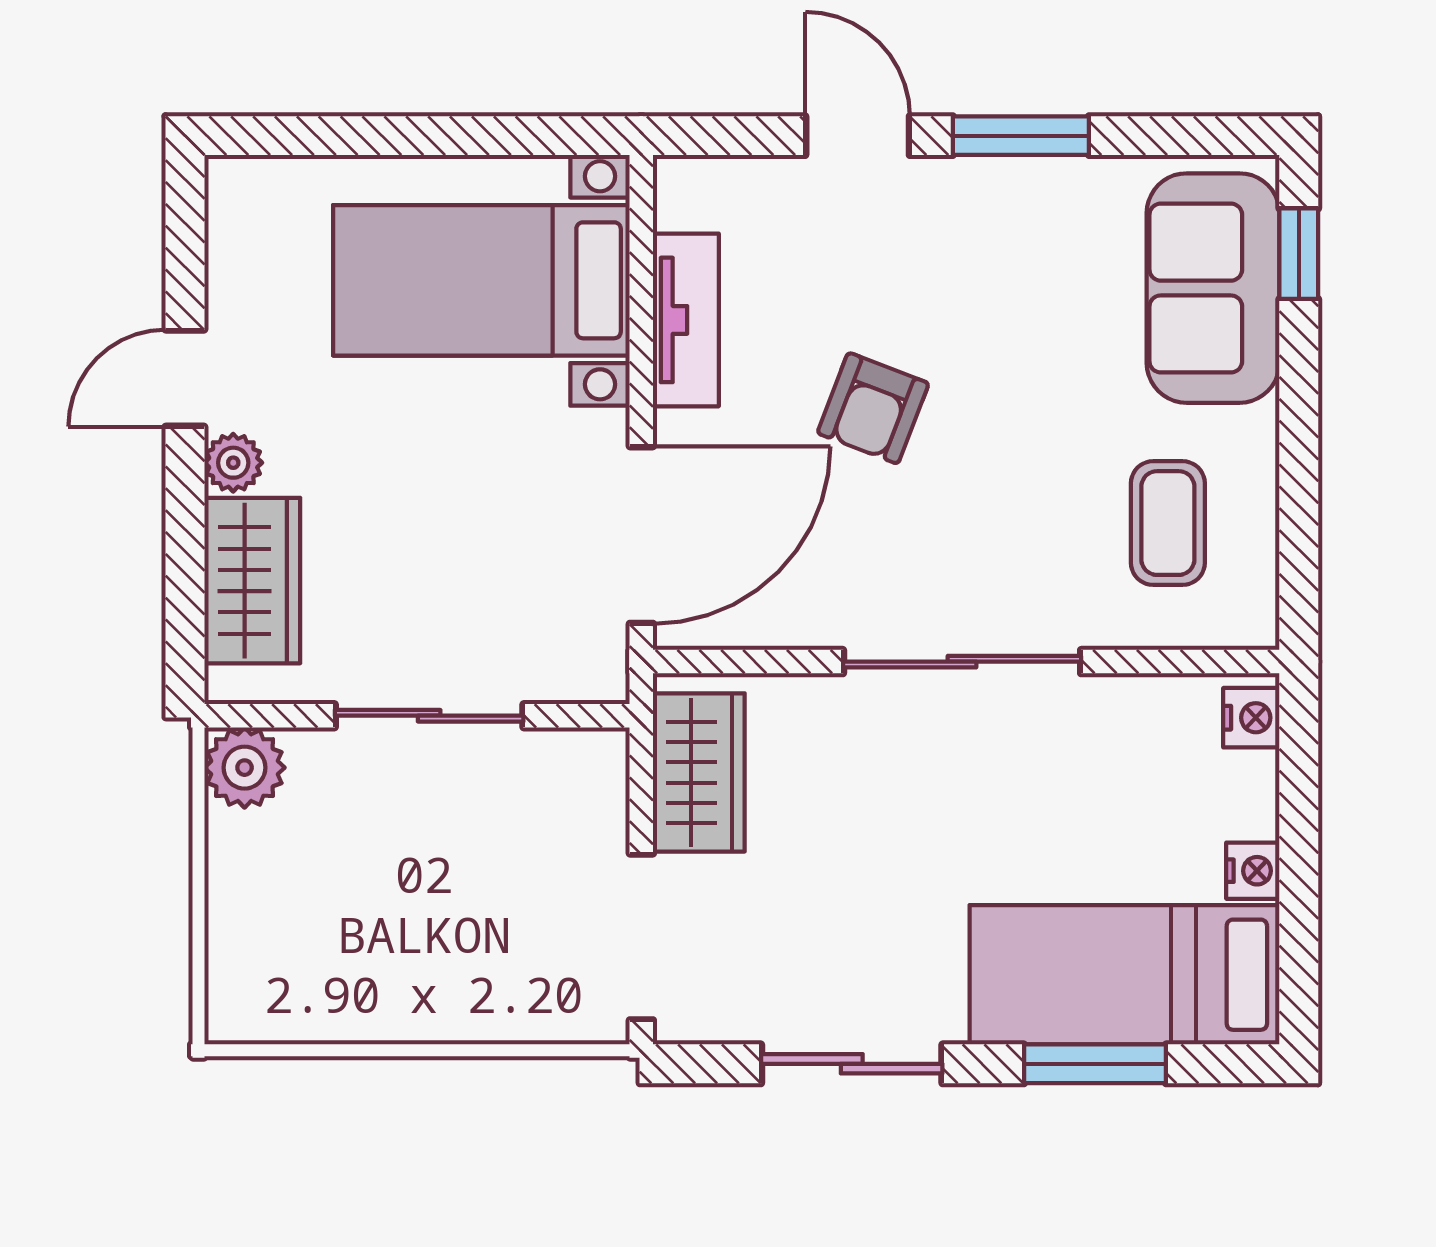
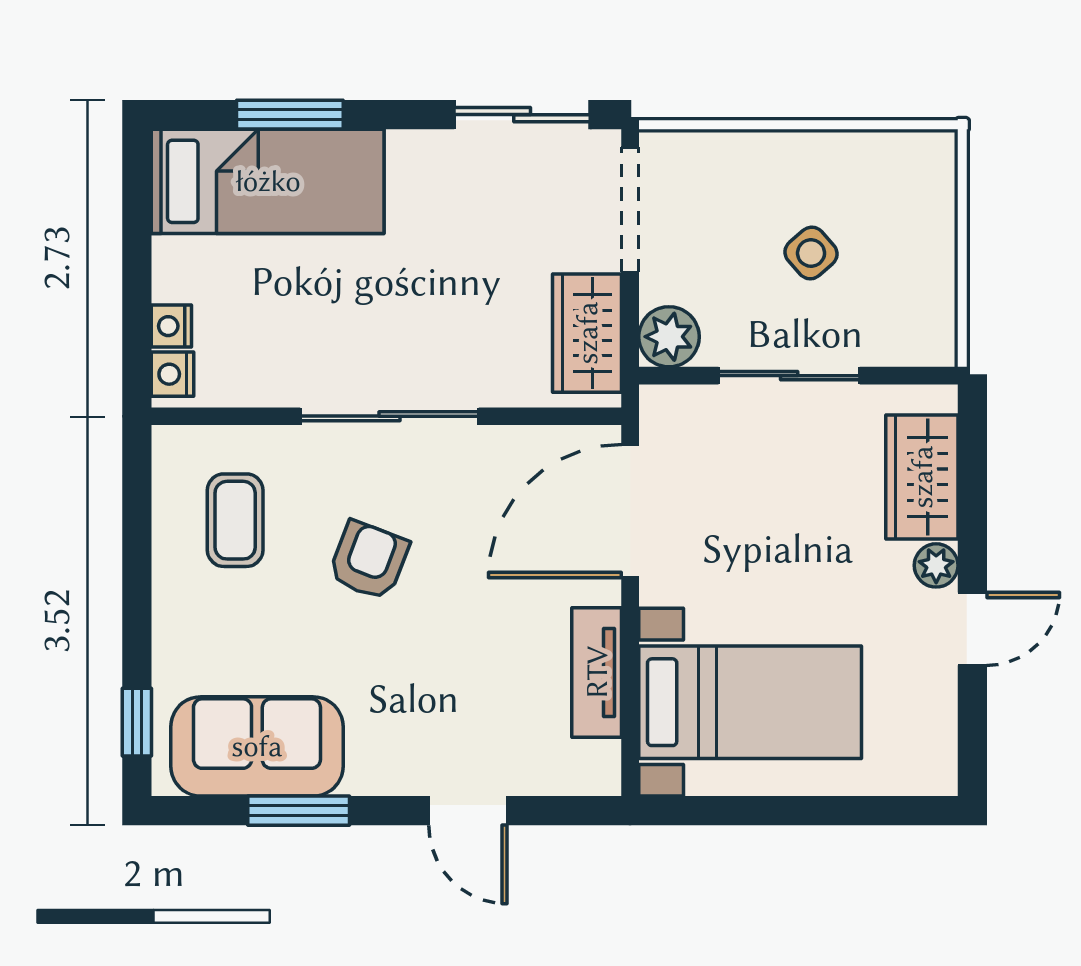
window: (1021, 136) -> (299, 811), moved
sofa: (1213, 288) -> (257, 746), moved, turned -90
armchair: (873, 408) -> (369, 560), moved
plant: (245, 768) -> (669, 337), moved
nightstand: (1253, 871) -> (171, 326), moved
side table: (400, 879) -> (811, 253), added
sliding door: (852, 1064) -> (522, 115), moved

